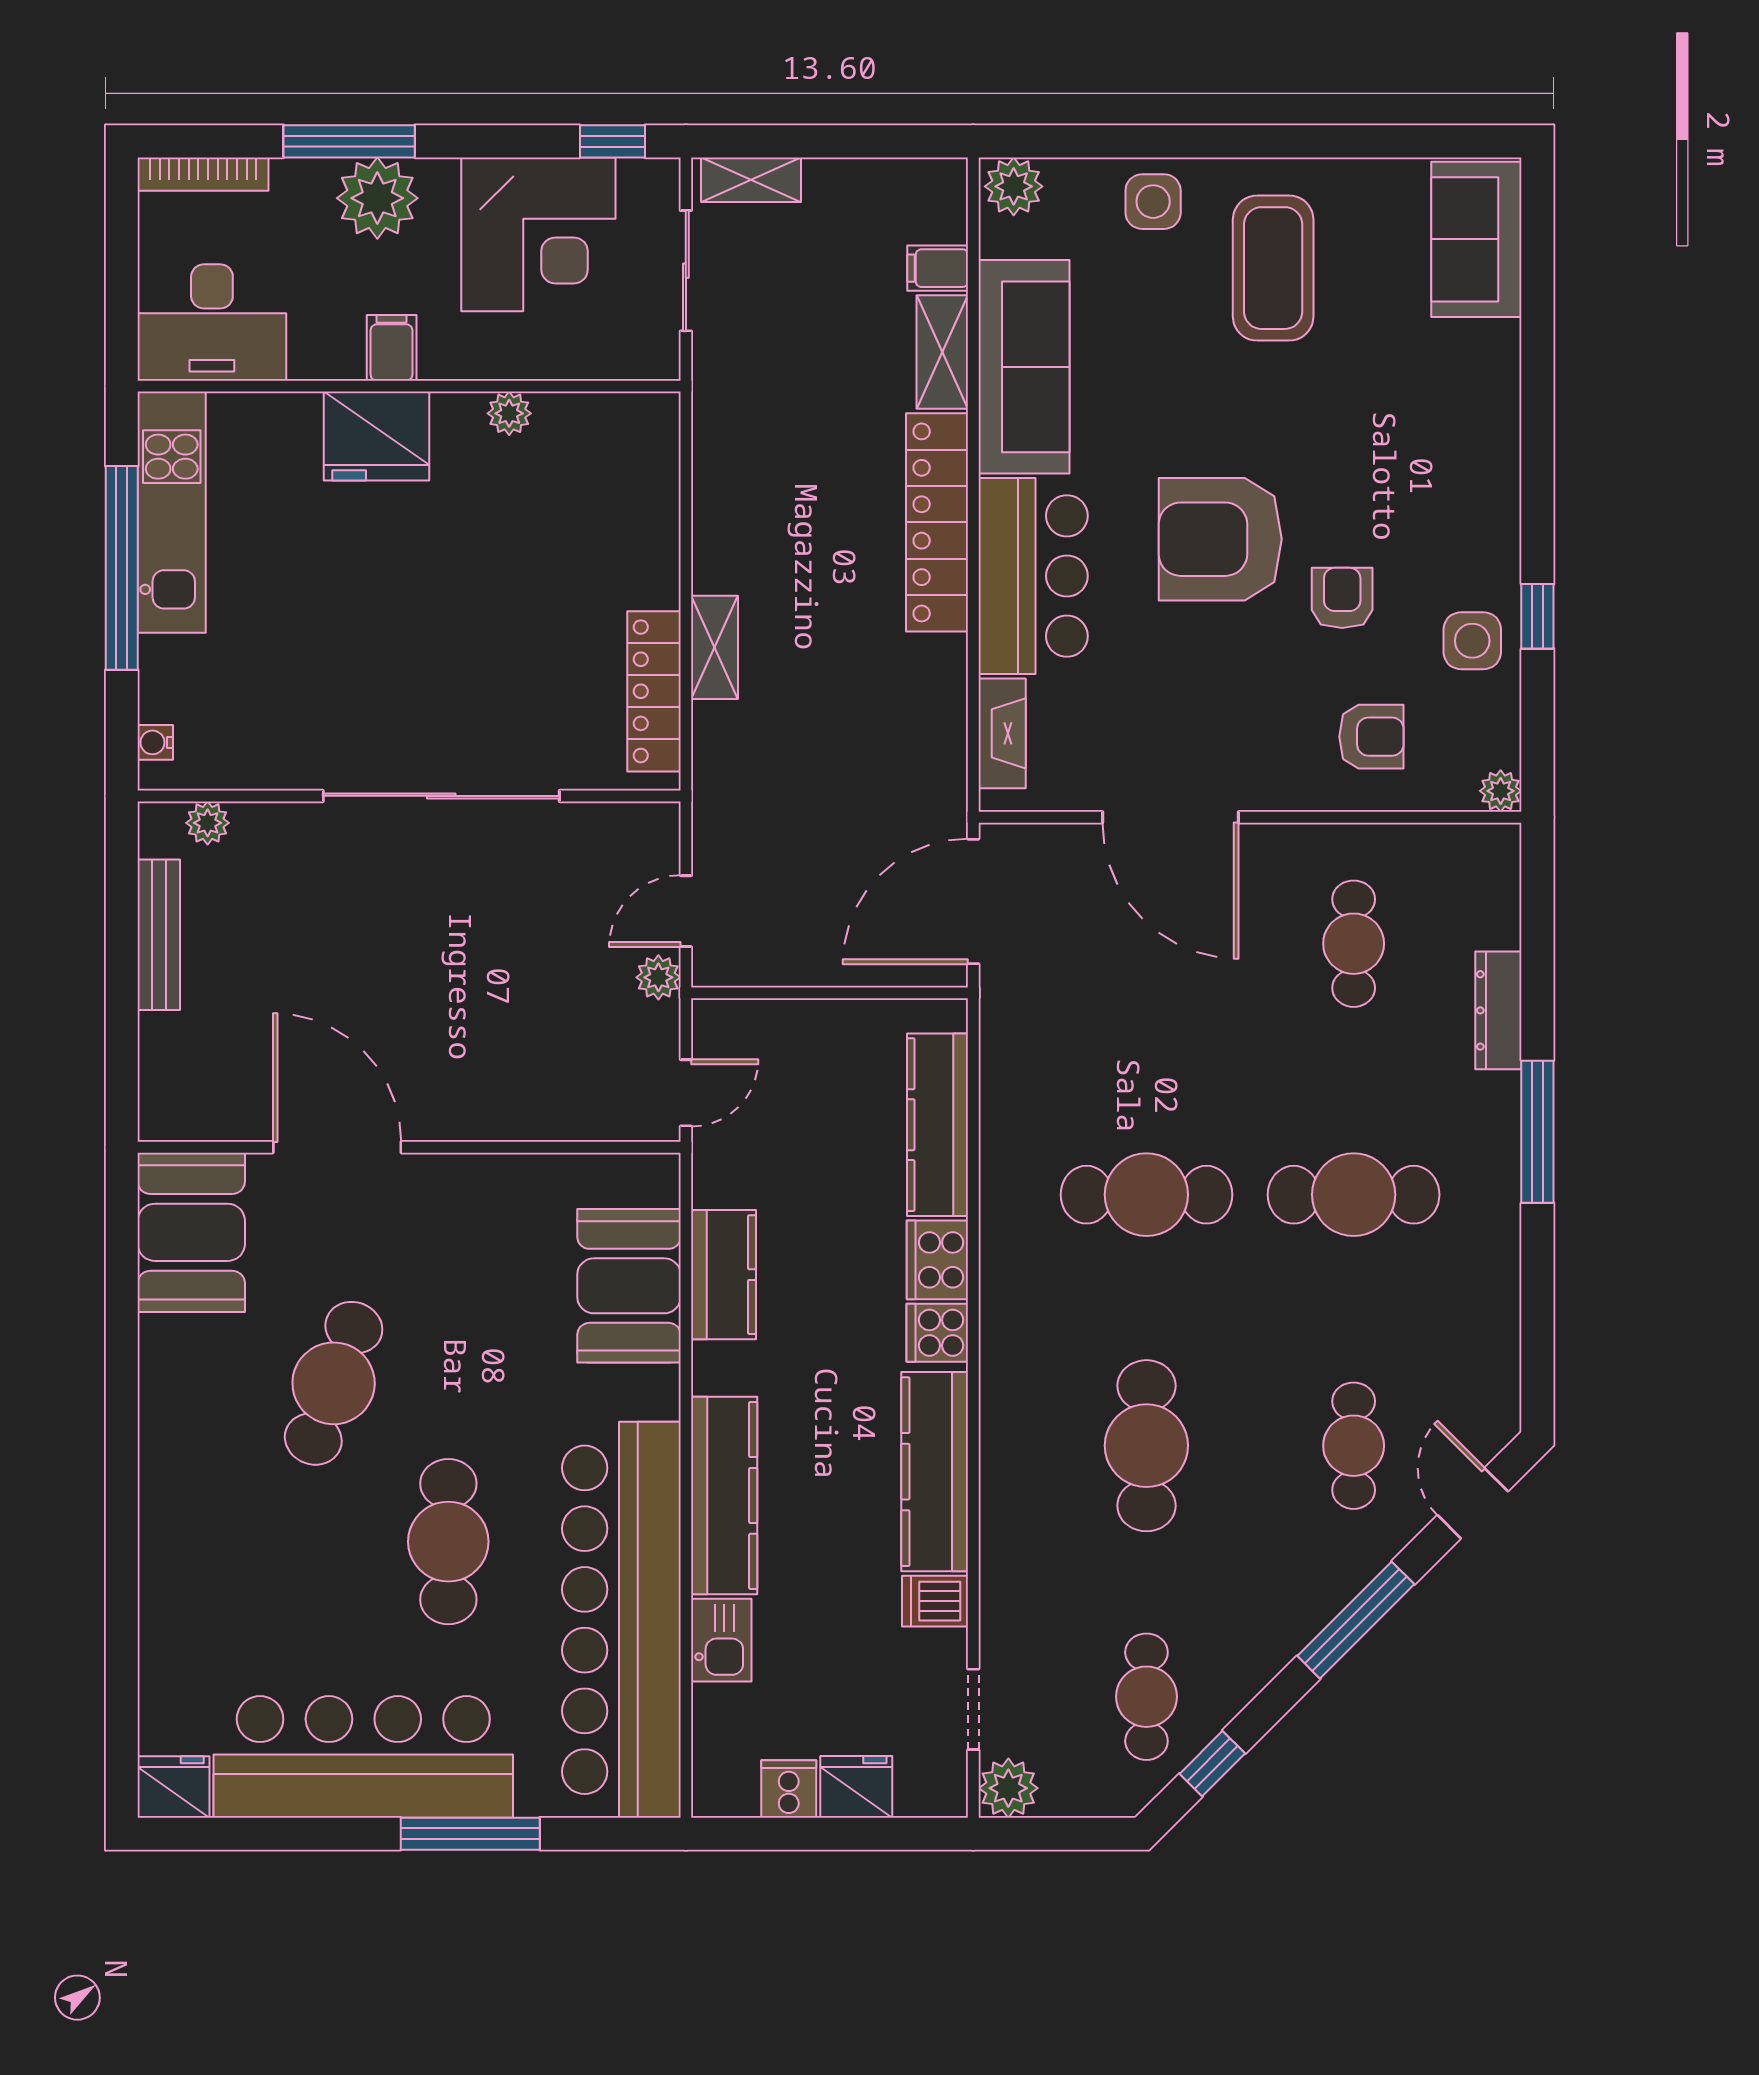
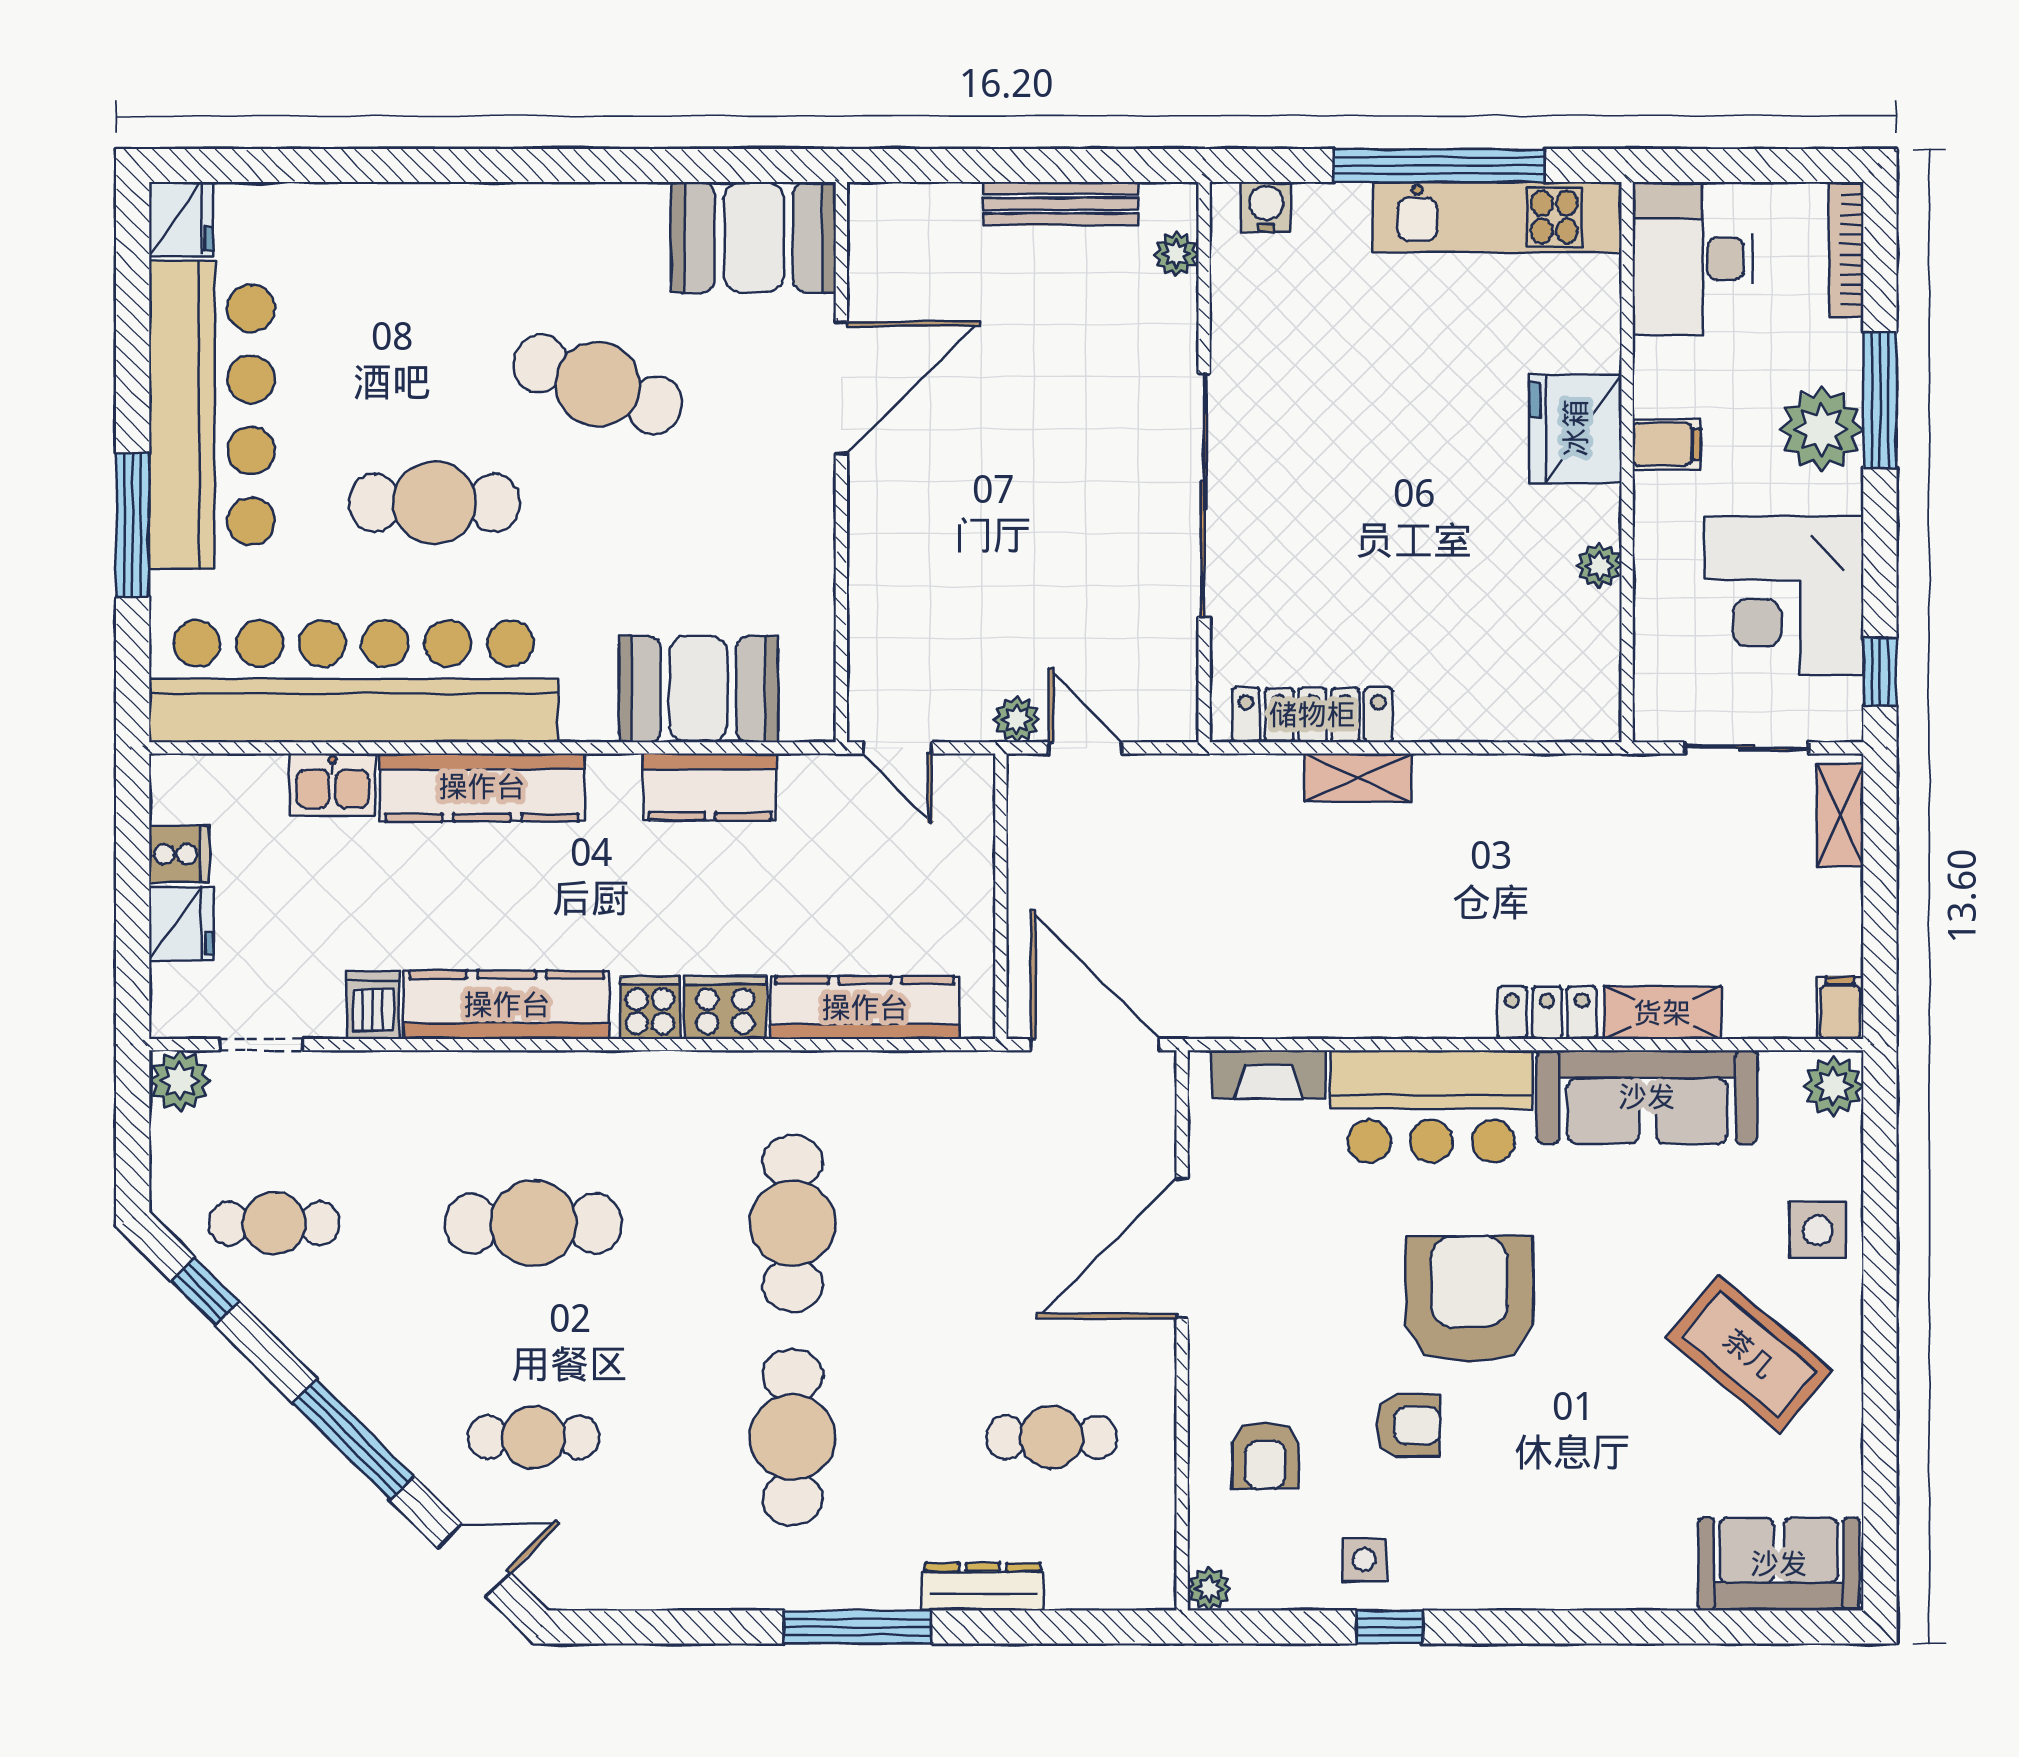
filing cabinet: (938, 268) -> (1840, 1008), moved
coffee table: (1273, 268) -> (1749, 1354), turned 40
locker: (937, 522) -> (1547, 1013), width x0.46, depth x0.83
side table: (1472, 641) -> (1364, 1560), width x0.73, depth x0.73
water cooler: (155, 742) -> (1266, 207), width x1.38, depth x1.38

